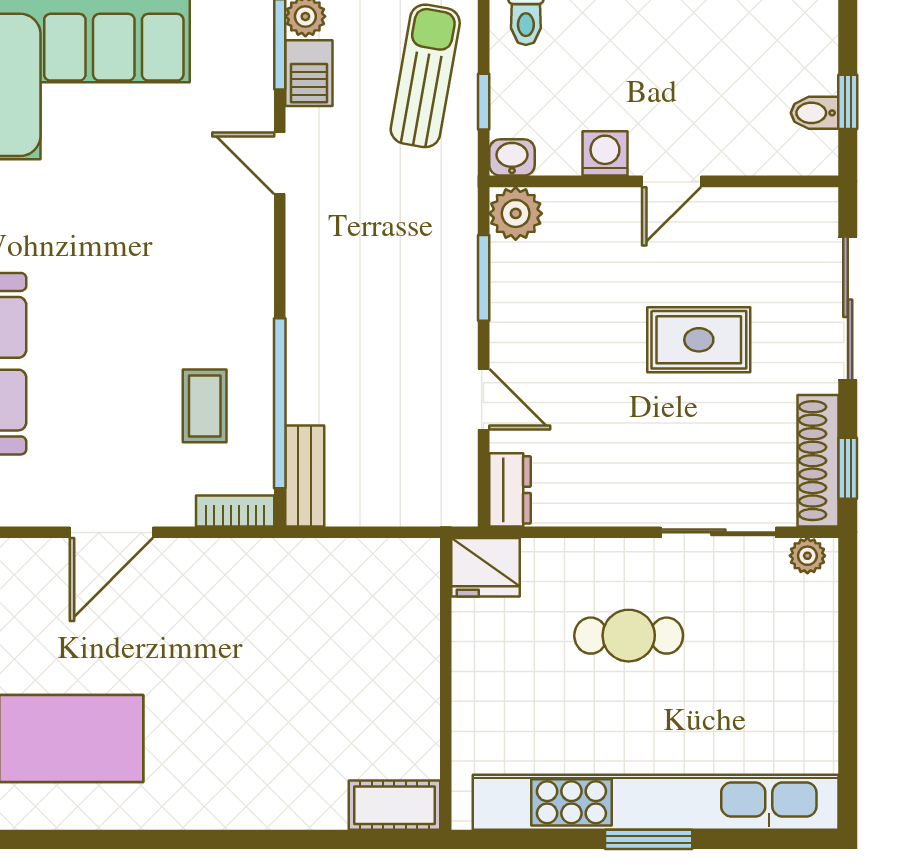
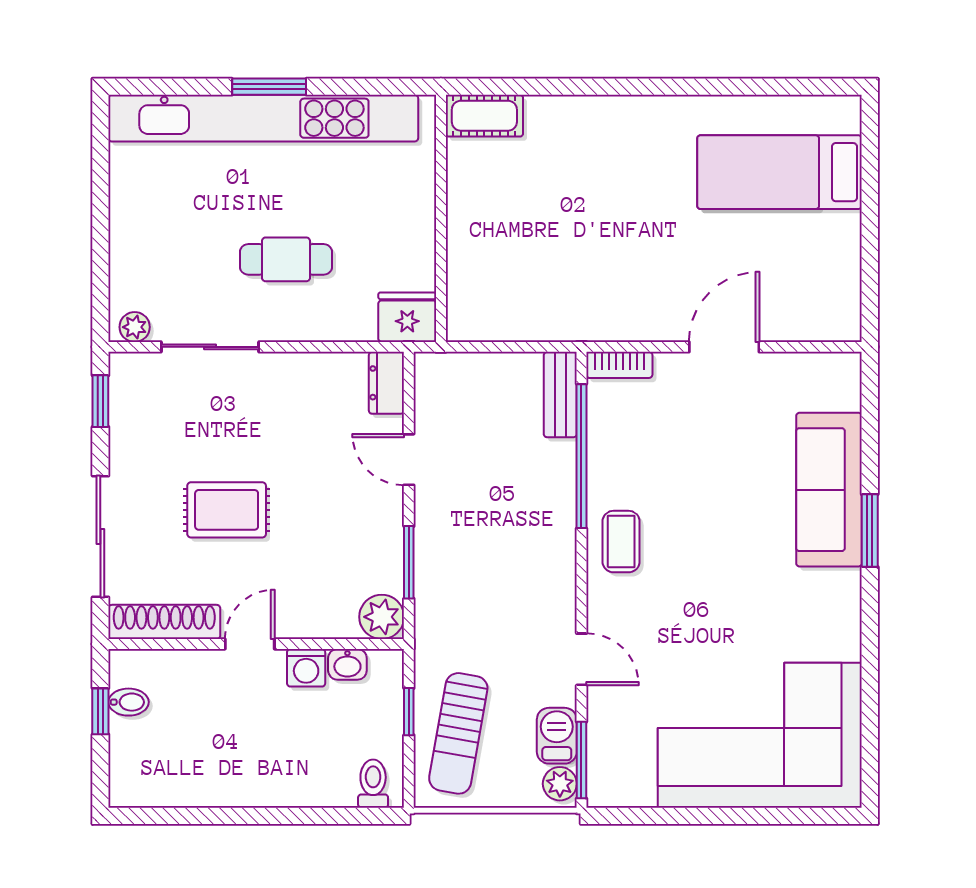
washbasin: (512, 157) -> (347, 664), moved
coffee table: (205, 406) -> (621, 542), moved
shoe rack: (818, 461) -> (164, 622), moved, turned -90

